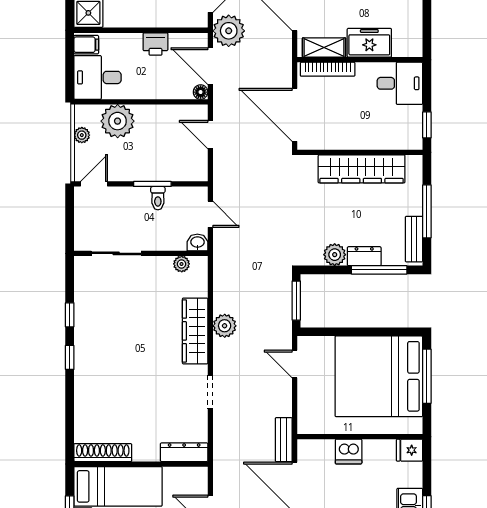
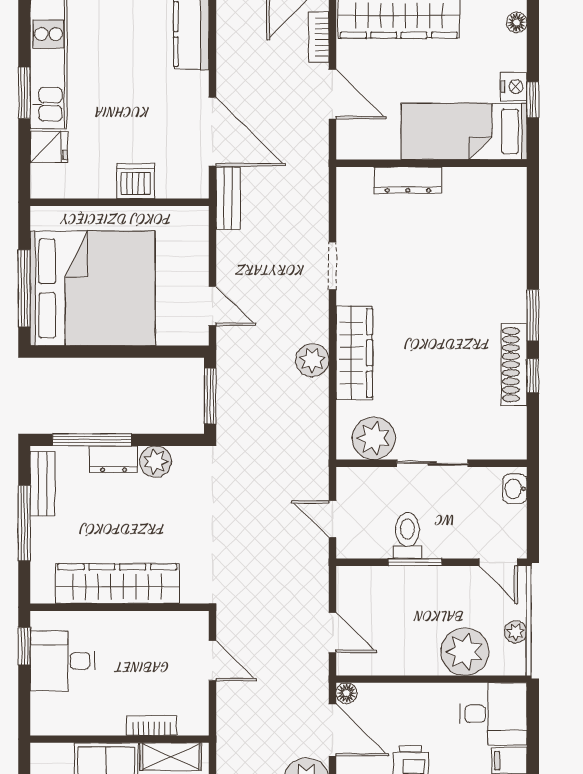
bookcase: (328, 69) -> (152, 726), width x0.64
desk: (400, 83) -> (63, 661), moved
door: (295, 115) -> (213, 660), width x0.53
door: (94, 184) -> (498, 562), hinge flipped
toilet: (158, 198) -> (407, 536), width x1.37, depth x1.39
washbasin: (197, 243) -> (515, 489), moved, turned 90
sliding door: (116, 253) -> (432, 463), moved
plant: (182, 264) -> (374, 438), width x1.87, depth x1.87
window: (70, 357) -> (533, 315), width x1.50
fridge: (410, 450) -> (49, 147), moved
dresser: (184, 452) -> (408, 180), moved
shoe rack: (103, 453) -> (514, 365), moved, turned 90

